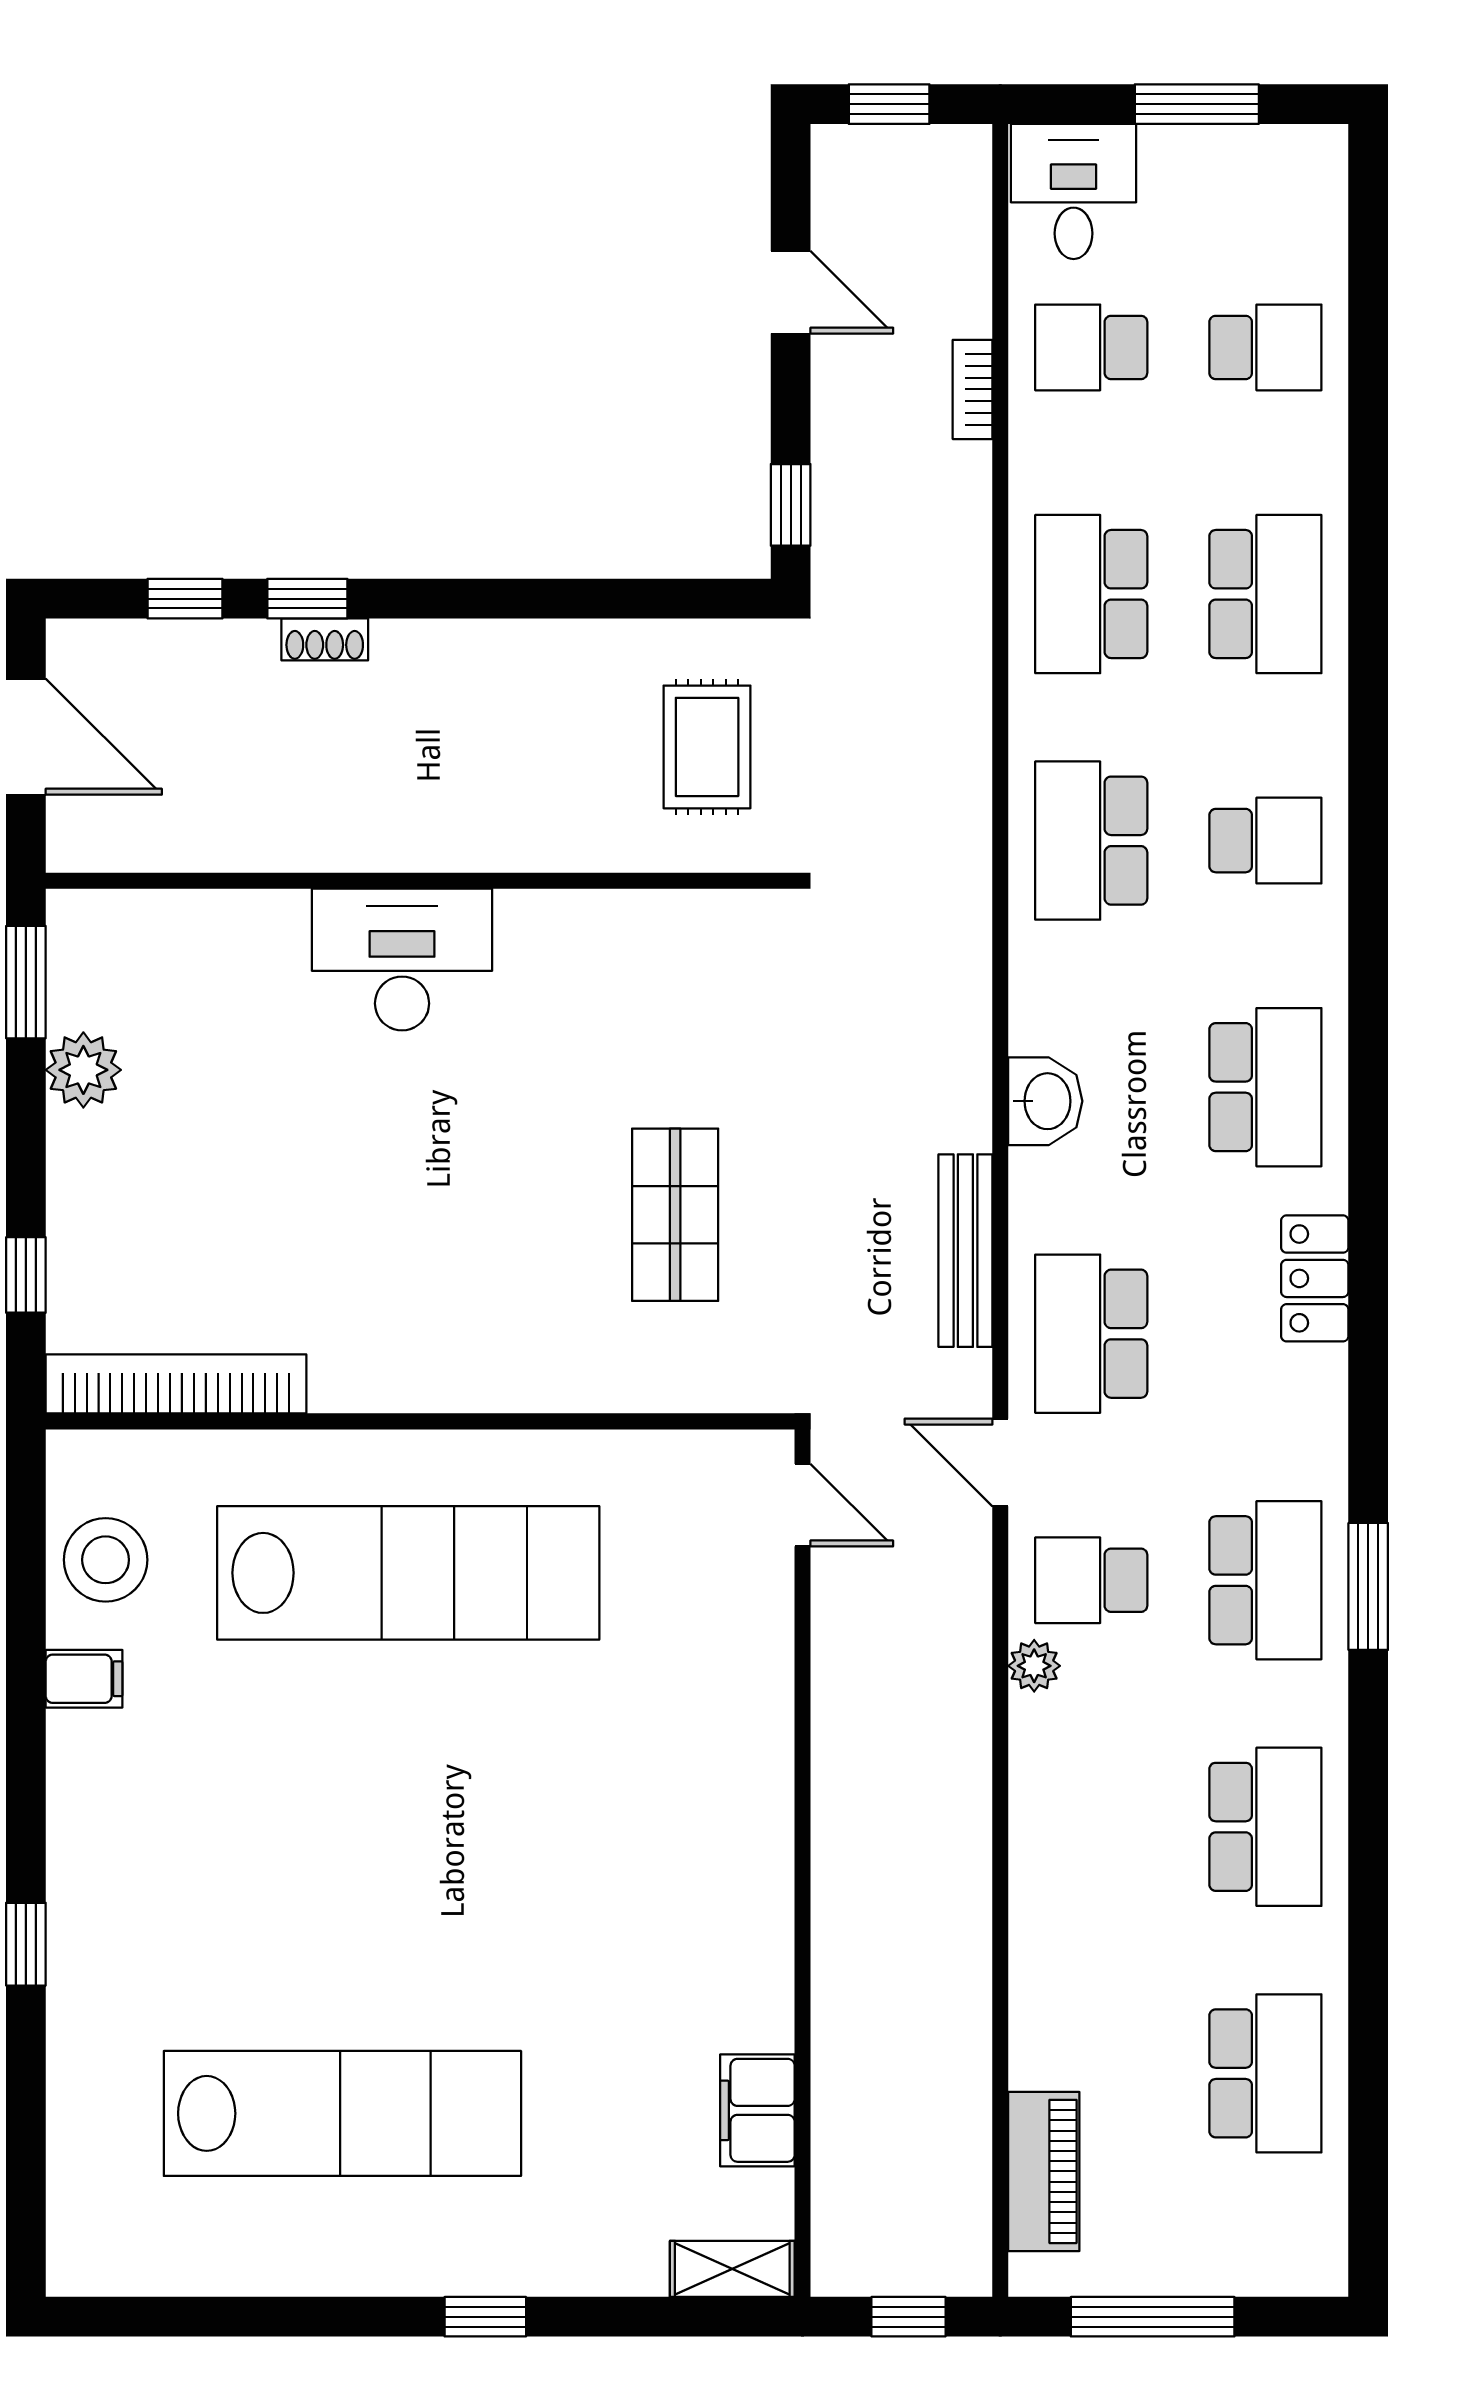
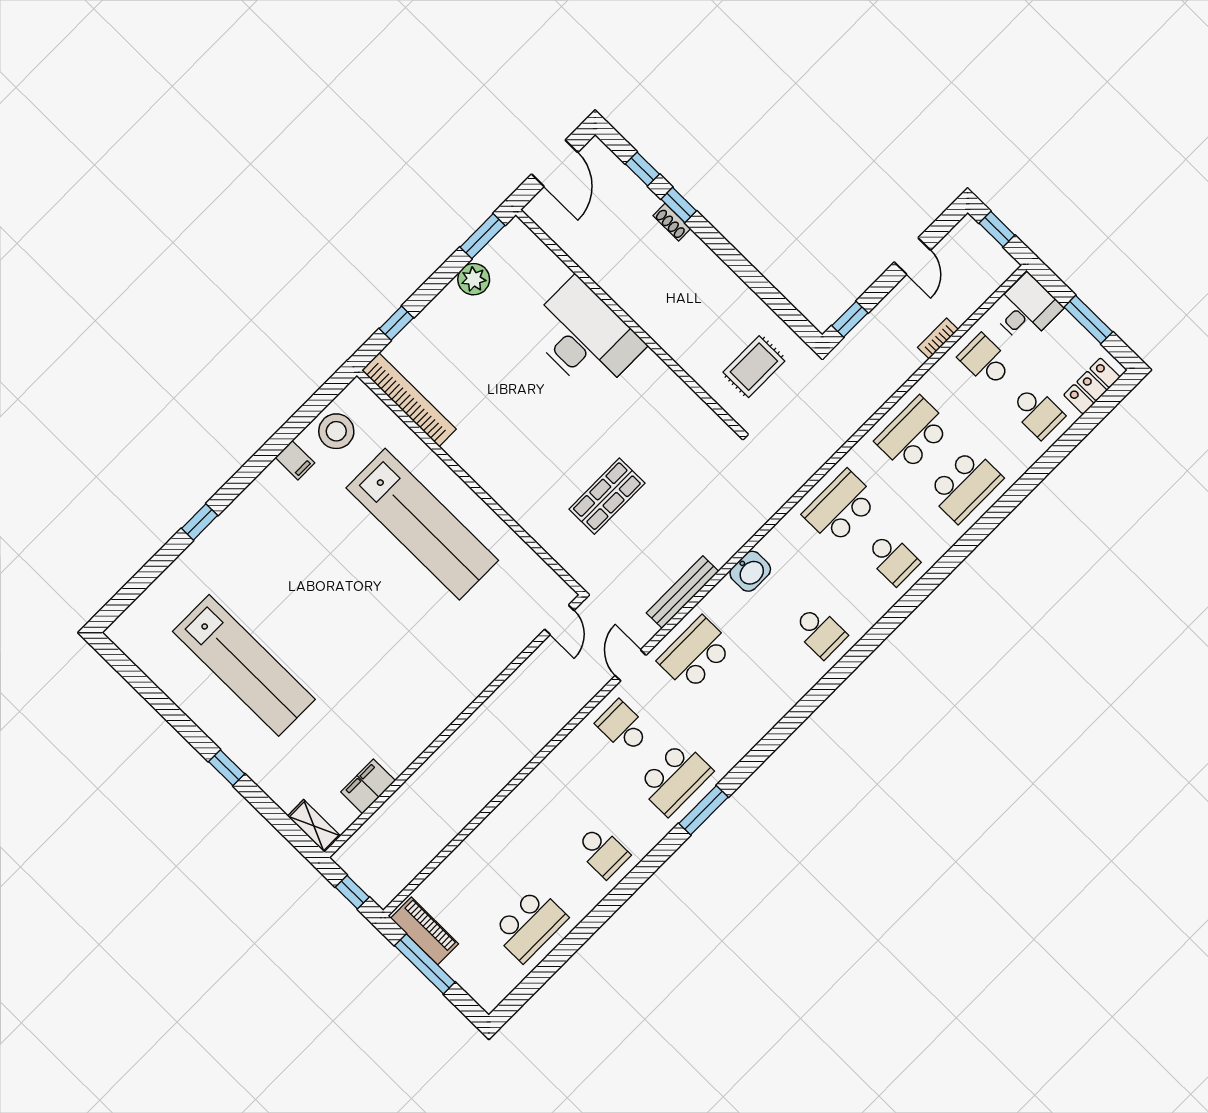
desk: (402, 960) -> (585, 337), width x1.36, depth x1.30
school desk: (1265, 1087) -> (820, 632), width x0.54
locker: (1315, 1278) -> (1092, 386), moved
plant: (1034, 1666) -> (581, 736), removed
school desk: (1265, 1827) -> (602, 851), width x0.54
piano: (1044, 2171) -> (424, 931), moved, turned -90

